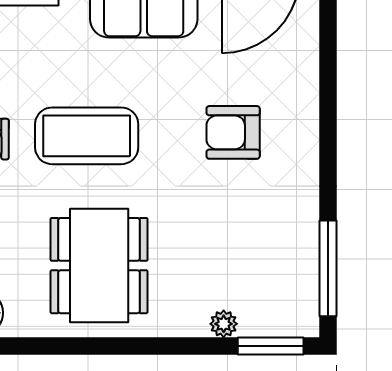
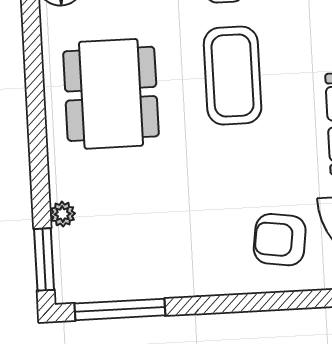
armchair: (233, 132) -> (280, 240), moved, turned -82
dining table: (99, 266) -> (111, 94), turned 90

